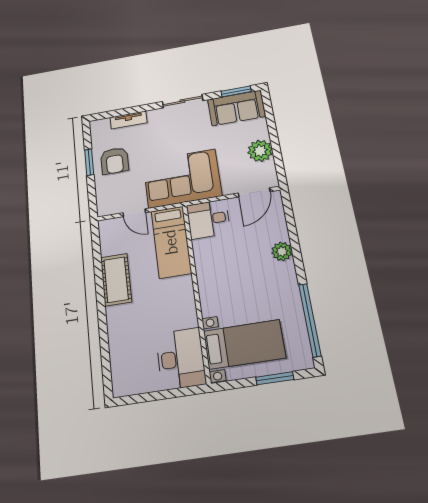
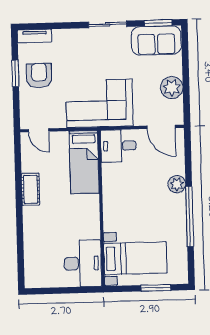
tv unit: (129, 120) -> (35, 36), moved
armchair: (114, 161) -> (39, 76), turned 180
door: (254, 192) -> (161, 127), hinge flipped
door: (134, 213) -> (39, 130), moved
cot: (116, 280) -> (31, 189), width x0.73, depth x0.75
window: (310, 320) -> (190, 216), moved

